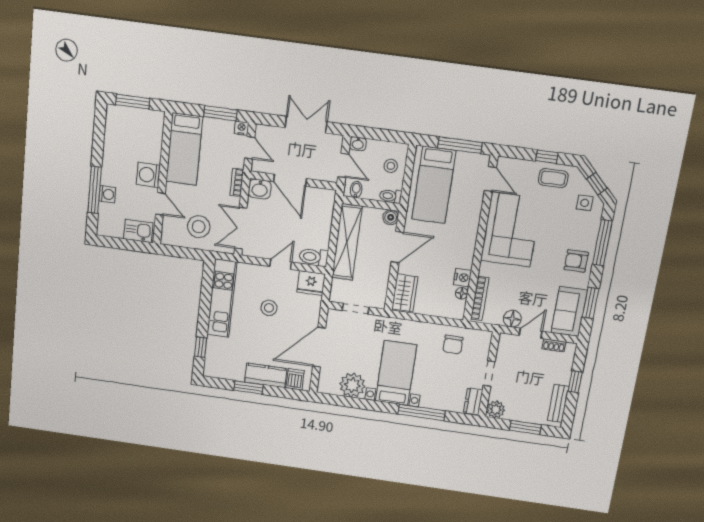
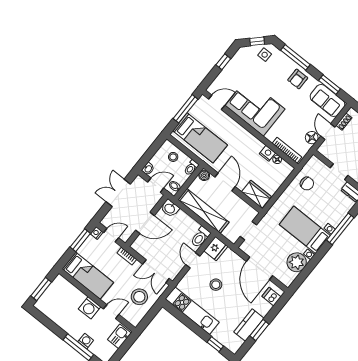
coffee table: (553, 178) -> (238, 65), removed
washbasin: (260, 189) -> (170, 208), moved, turned 90
kitchen counter: (266, 375) -> (249, 325), moved

